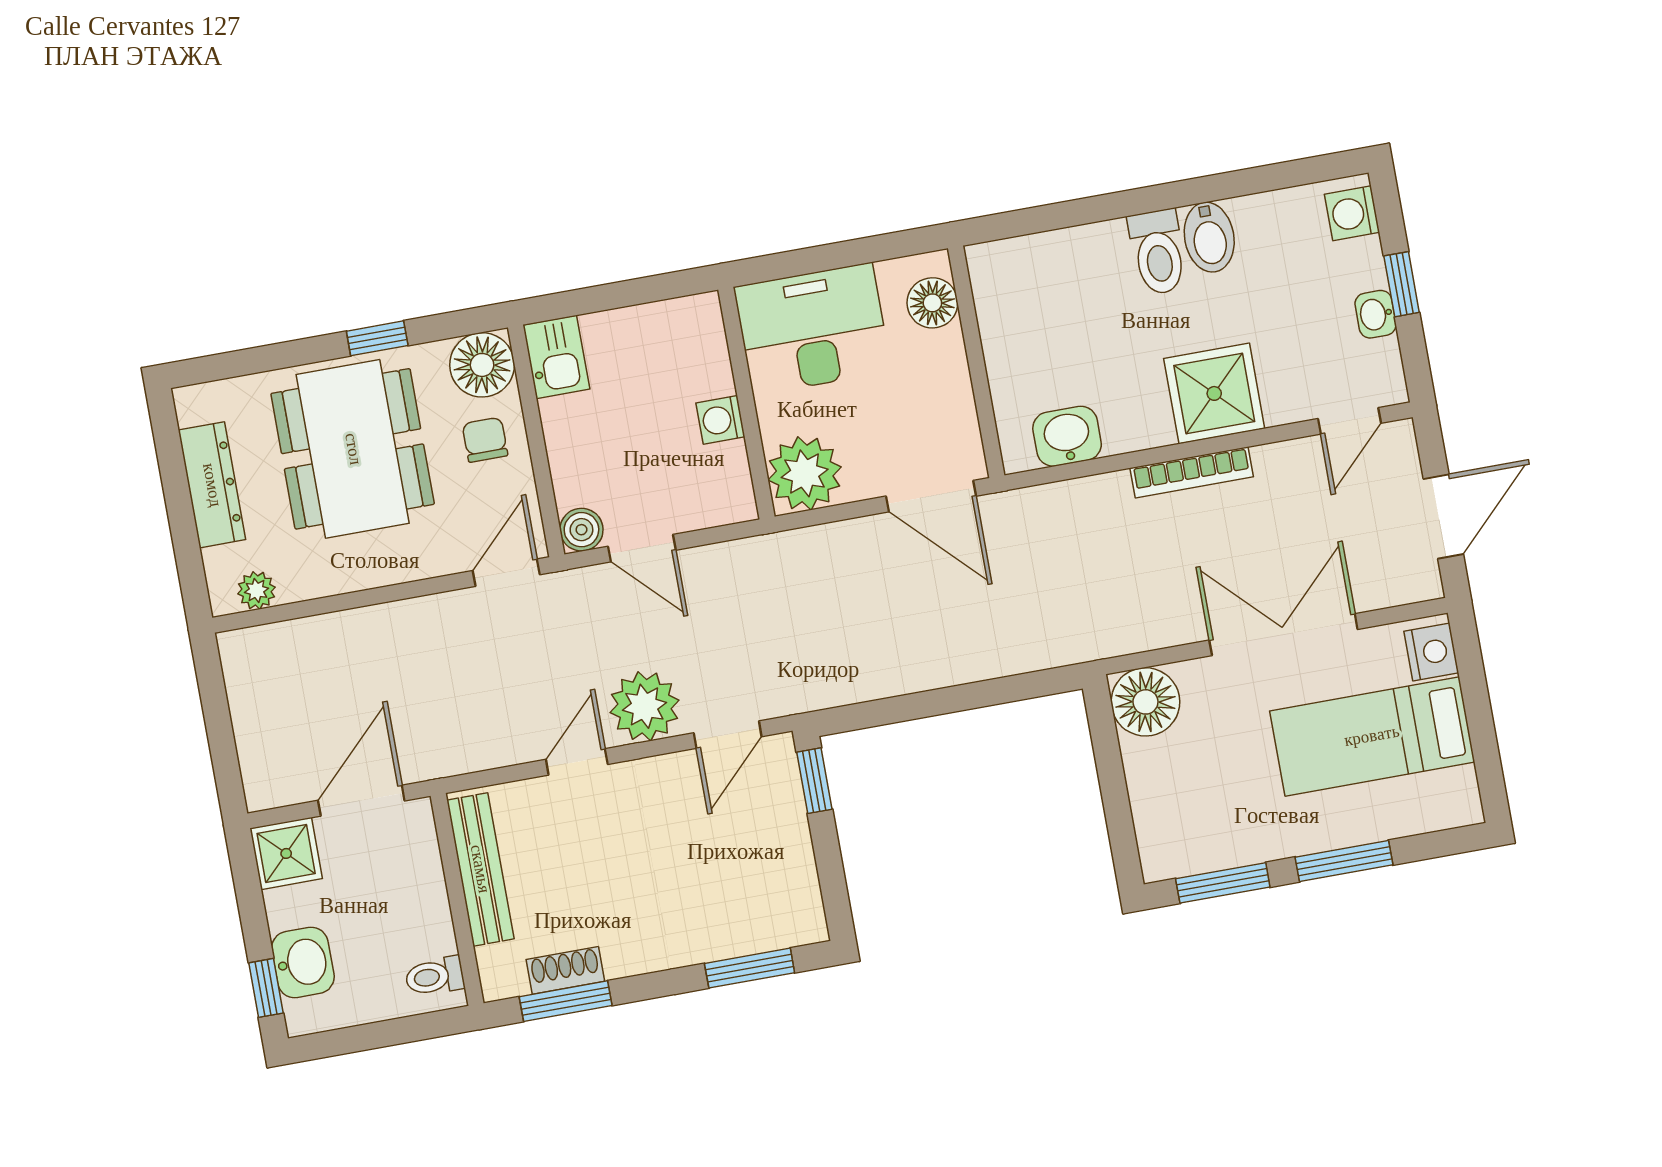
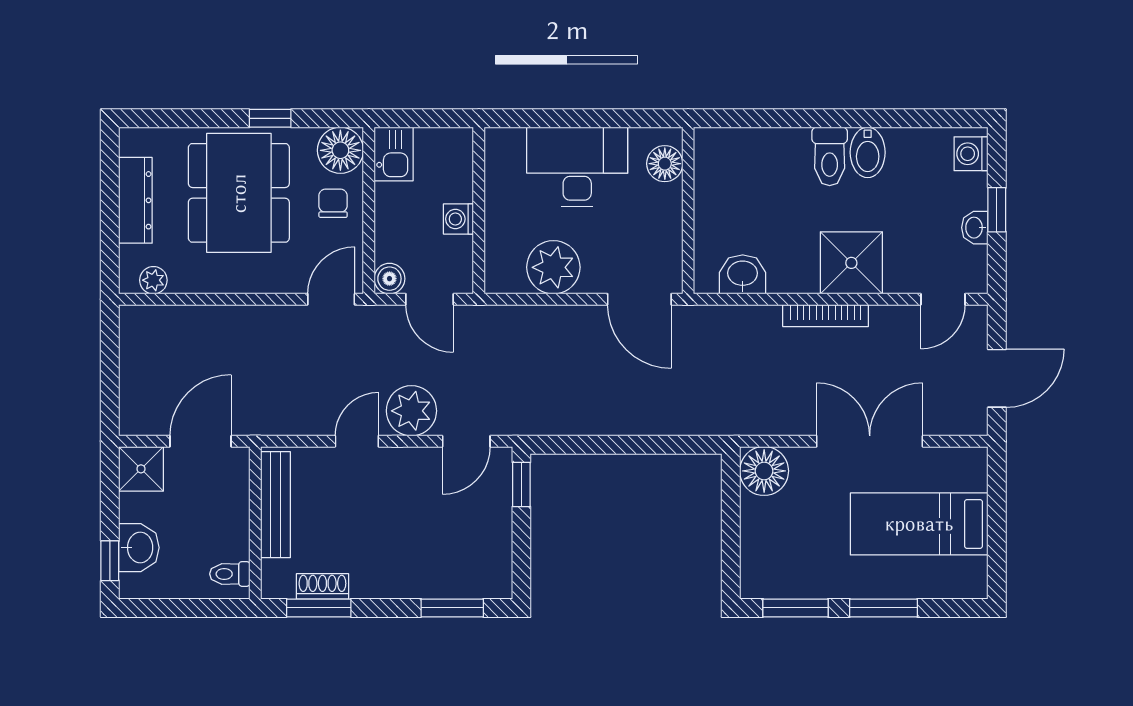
wall: (746, 403) -> (479, 211), moved
washing machine: (720, 420) -> (458, 219), moved
nightstand: (1431, 652) -> (971, 472), removed

